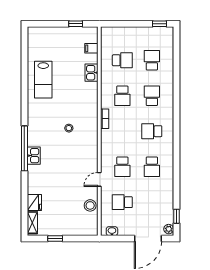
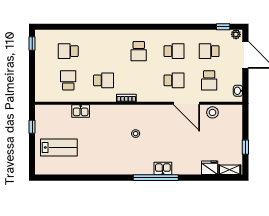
filing cabinet: (91, 48) -> (56, 111), removed
lab bench: (43, 80) -> (59, 147), moved
school desk: (152, 96) -> (209, 51), moved
door: (99, 179) -> (187, 103), width x1.87

